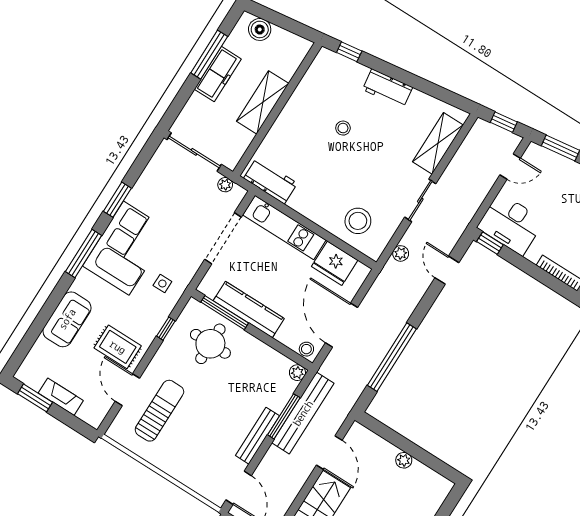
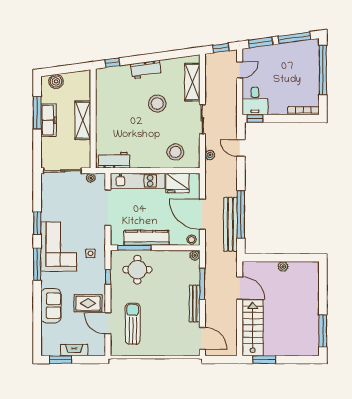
stool: (343, 128) -> (157, 104), moved, width x1.89, depth x1.89
desk: (511, 224) -> (255, 101), width x0.73
bench: (303, 413) -> (230, 224), moved

